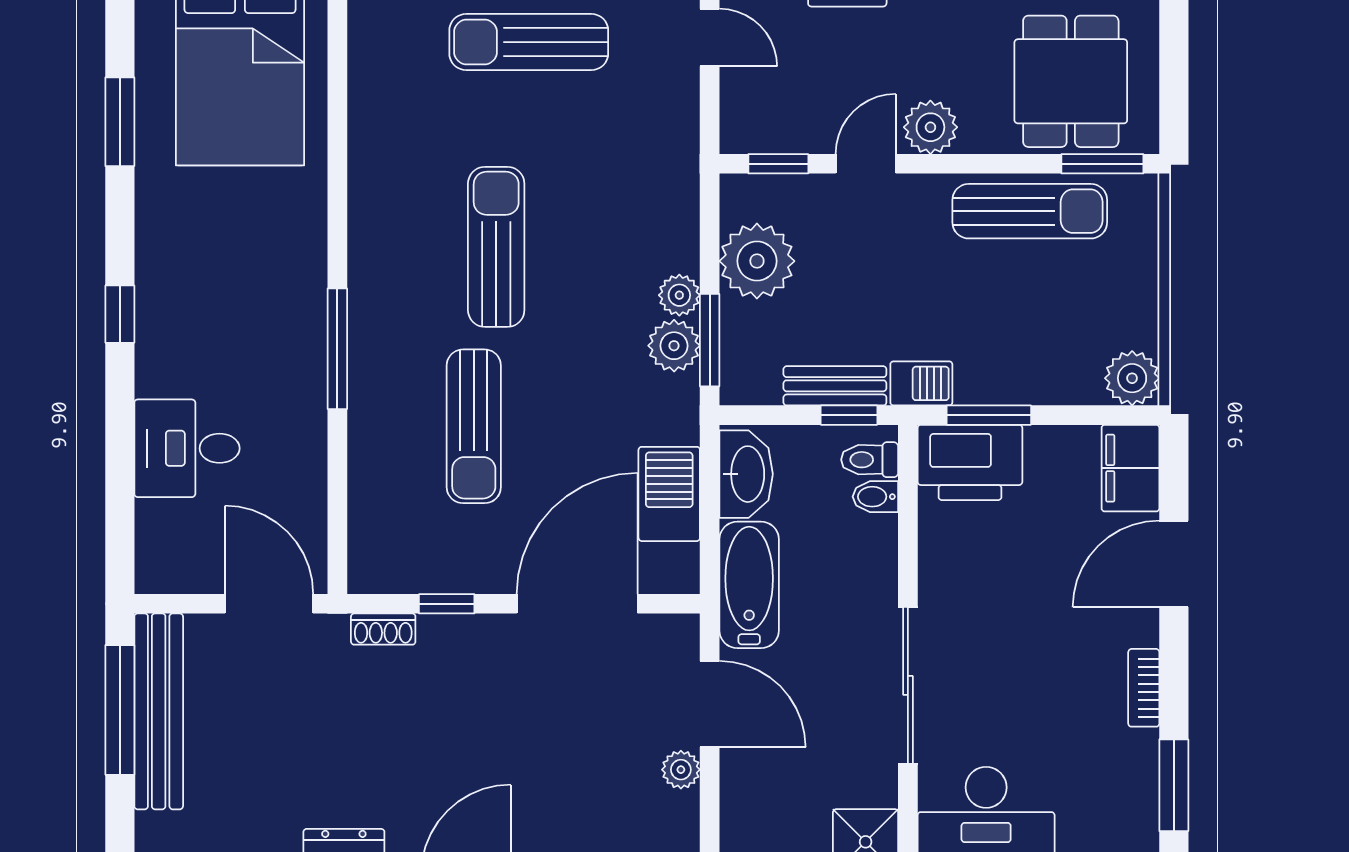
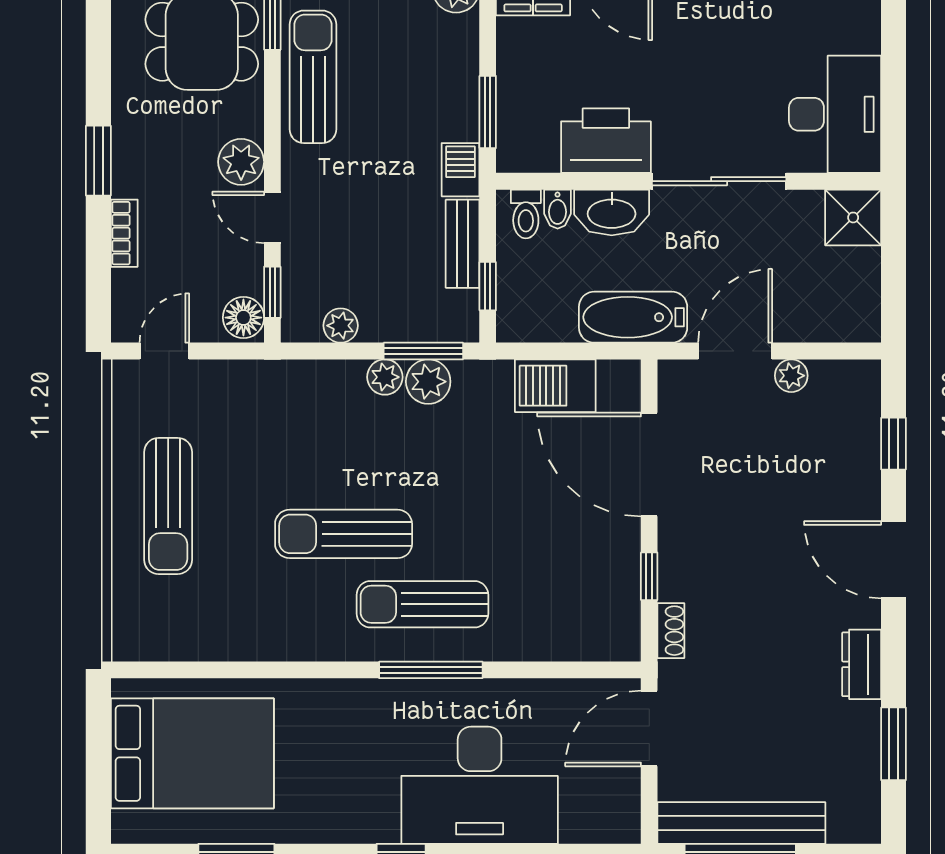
floor lamp: (749, 130) -> (243, 318), added
plant: (757, 261) -> (341, 326), width x0.53, depth x0.53
window: (849, 415) -> (488, 286), moved
sun lounger: (474, 426) -> (422, 604), moved, turned 180
desk: (187, 448) -> (480, 785), width x1.87, depth x1.30
printer: (970, 462) -> (606, 141), moved, turned -90
washbasin: (746, 474) -> (612, 212), moved, turned 180

